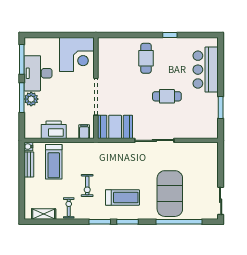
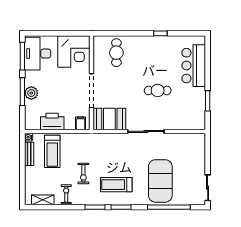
cafe table: (146, 58) -> (116, 53), moved
desk: (38, 73) -> (38, 54), moved
treadmill: (122, 197) -> (116, 185), turned 180

